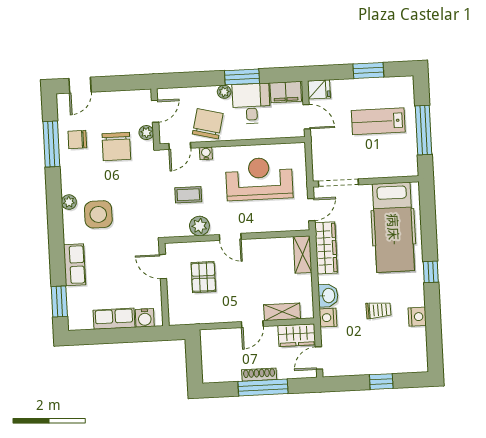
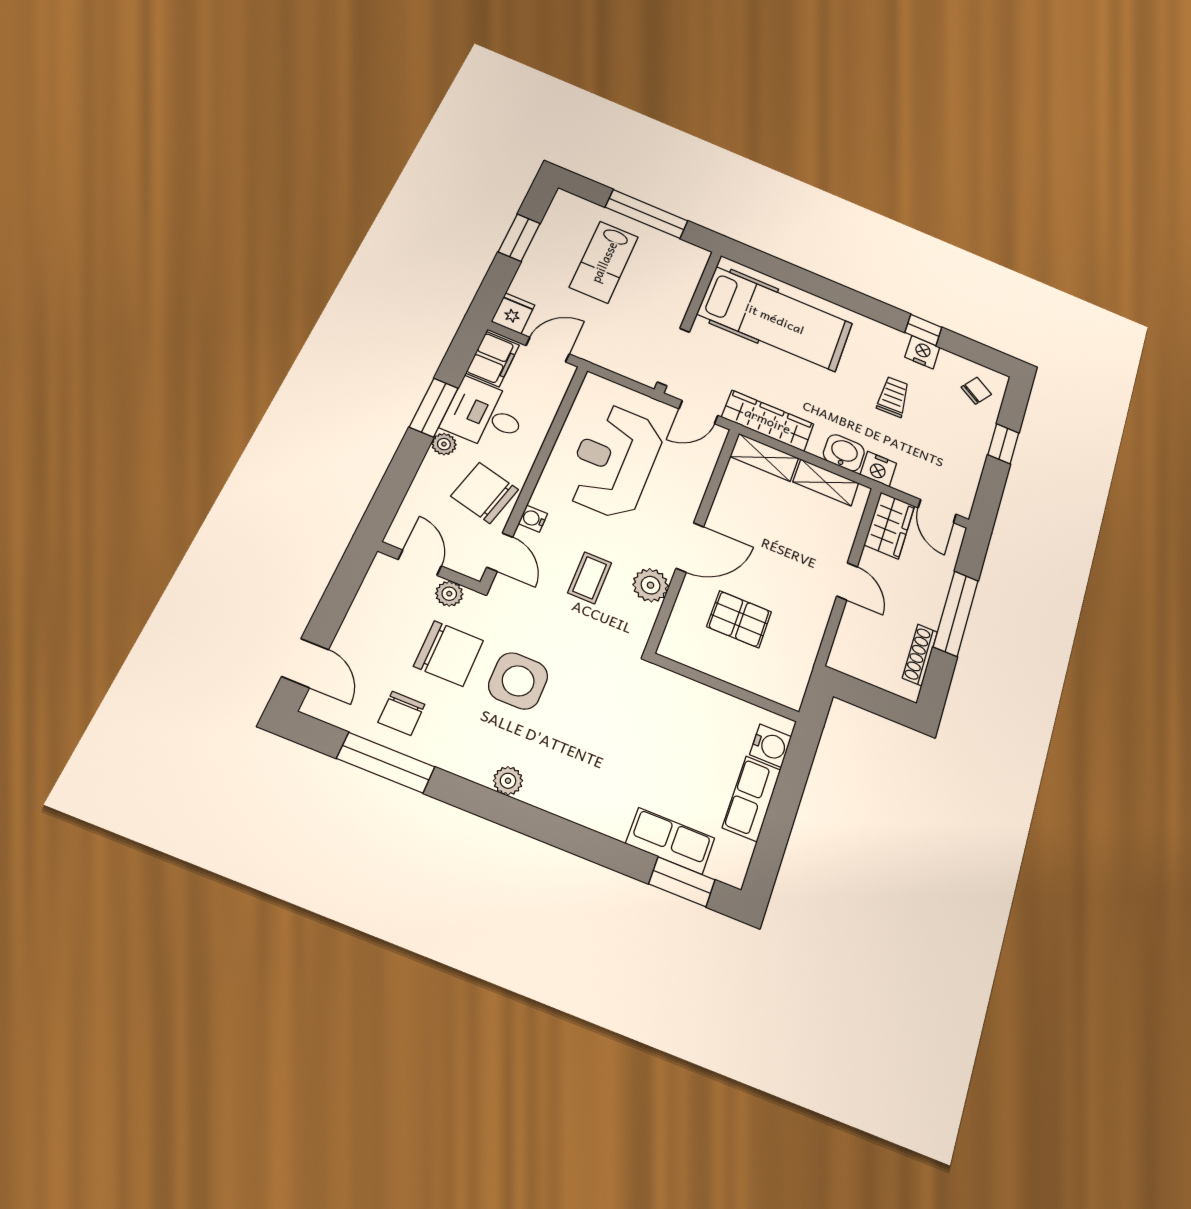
door: (311, 210) -> (698, 412), swing flipped
side table: (98, 214) -> (518, 681), moved
door: (230, 237) -> (690, 547), width x1.38
row of seats: (75, 265) -> (670, 841), moved
door: (163, 267) -> (694, 675), removed
window: (431, 272) -> (923, 330), moved
shelving: (282, 312) -> (826, 482), moved, turned 90
chair: (408, 355) -> (976, 391), added
shoe rack: (259, 375) -> (920, 655), moved

